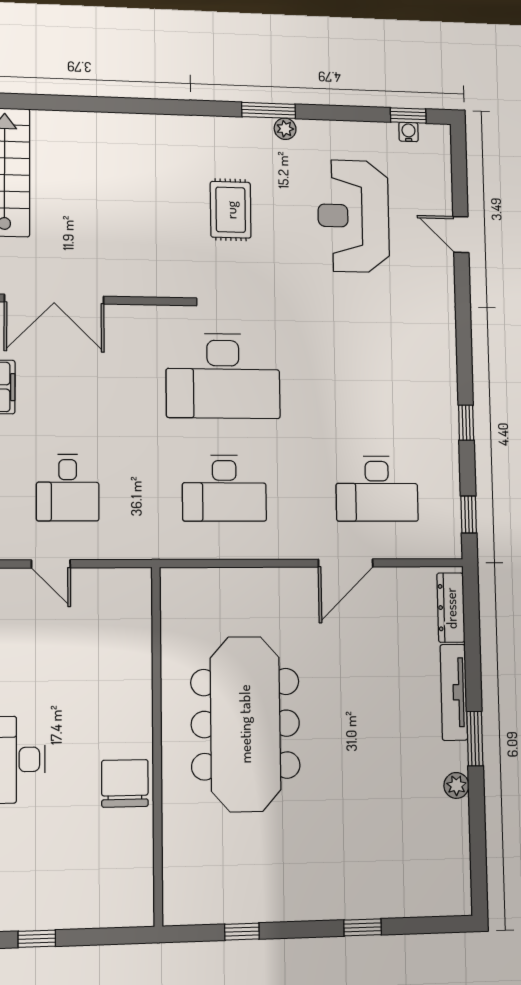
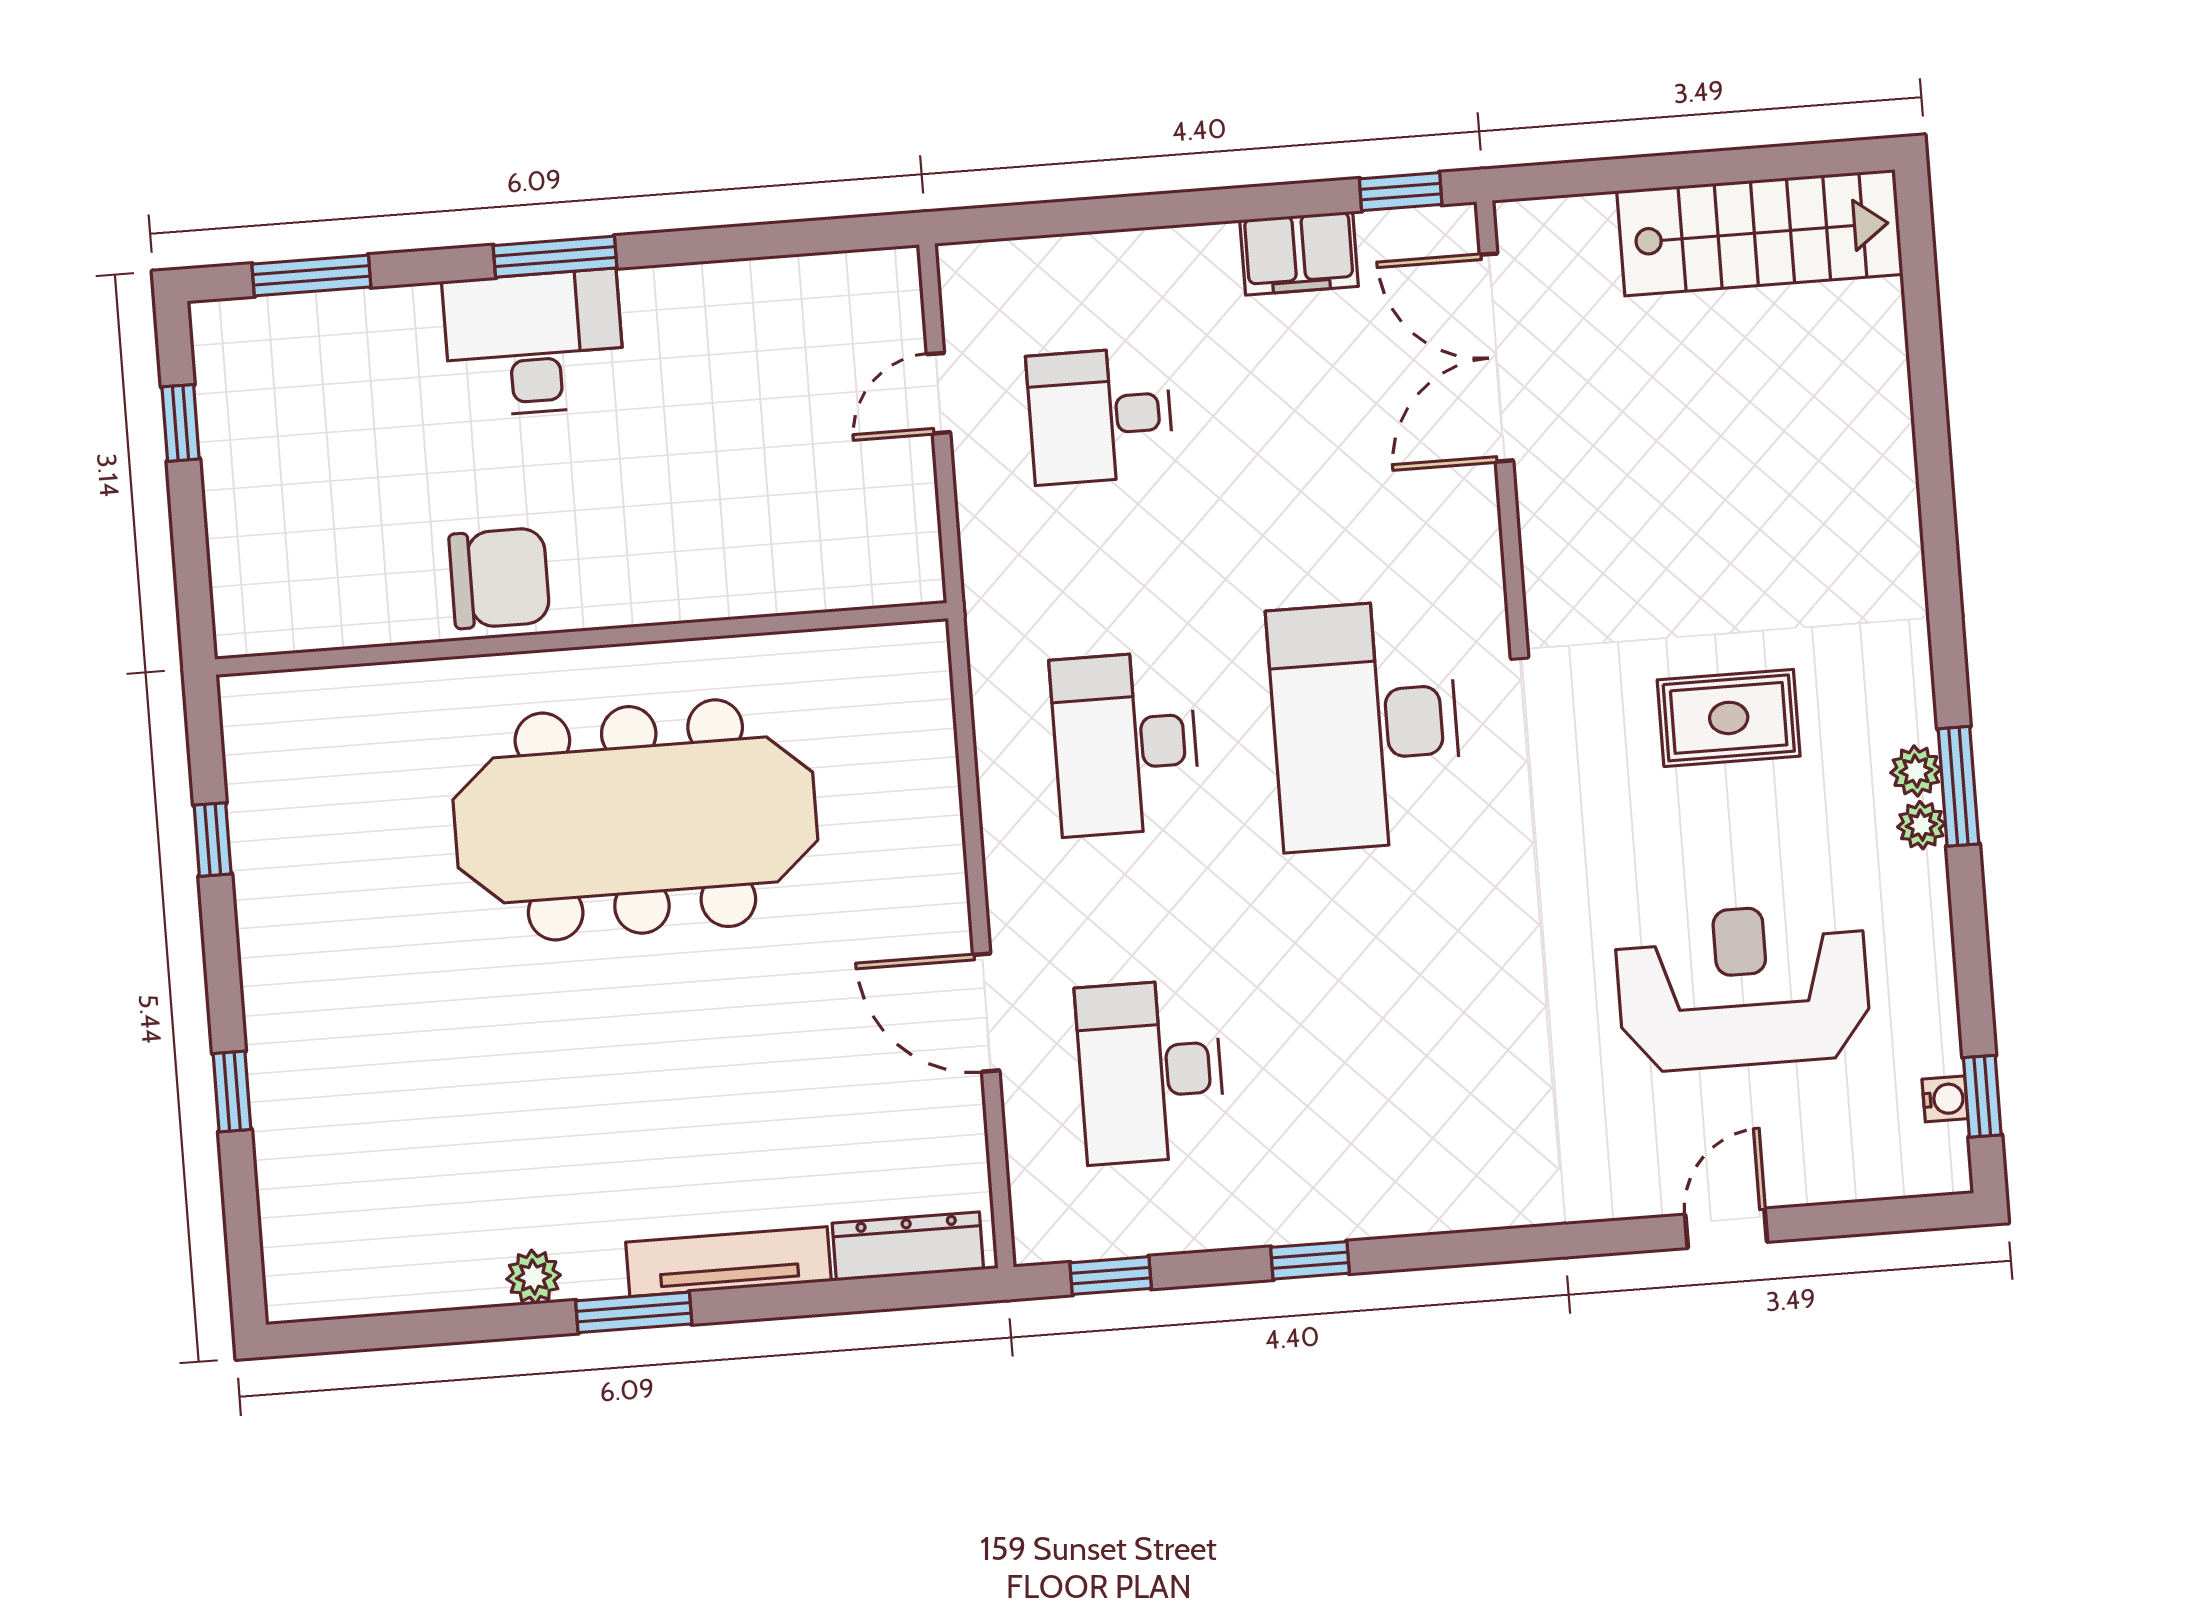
plant: (260, 129) -> (1916, 771), added

